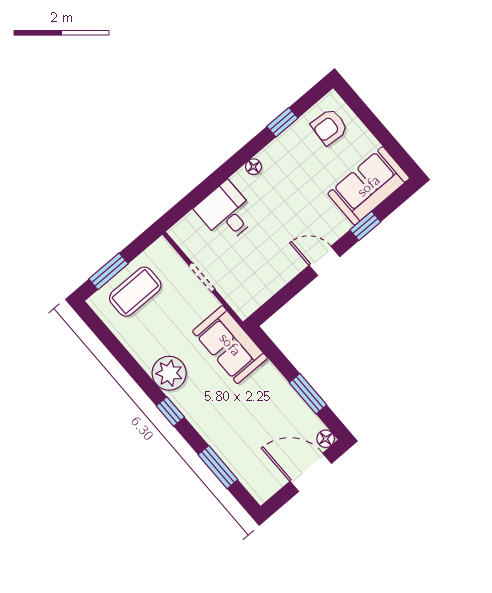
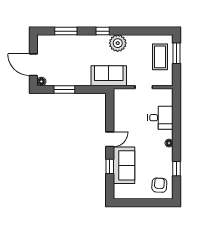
sofa: (369, 186) -> (124, 165), moved
door: (311, 472) -> (33, 65), swing flipped

